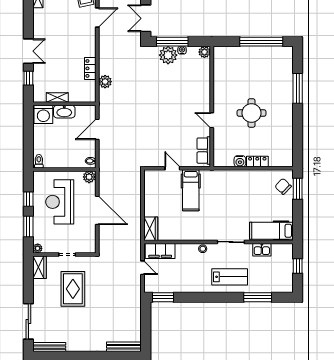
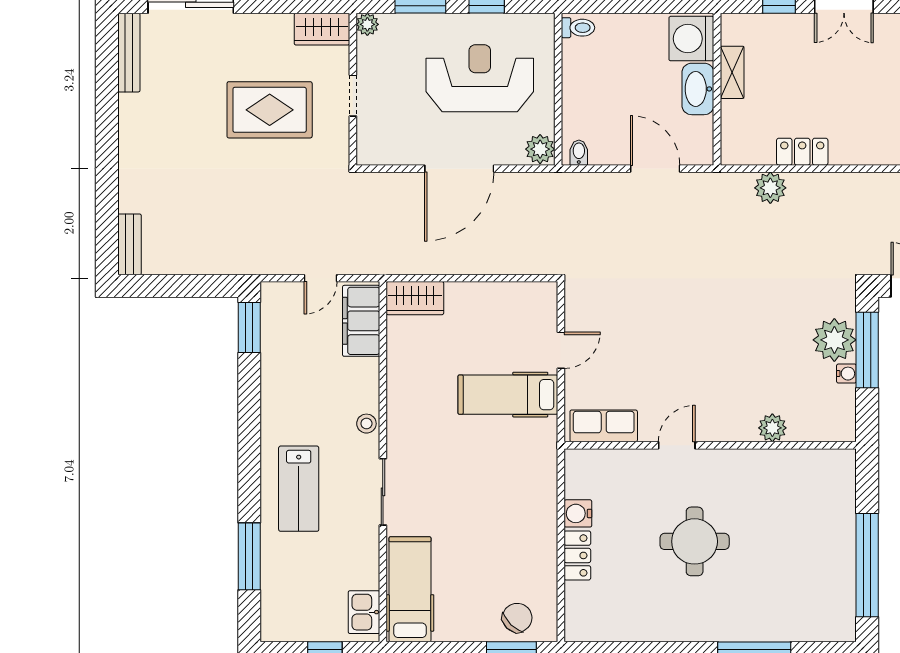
plant: (204, 52) -> (772, 428), moved
kitchen sink: (262, 250) -> (364, 612), moved
bench: (124, 347) -> (129, 244), width x0.73

